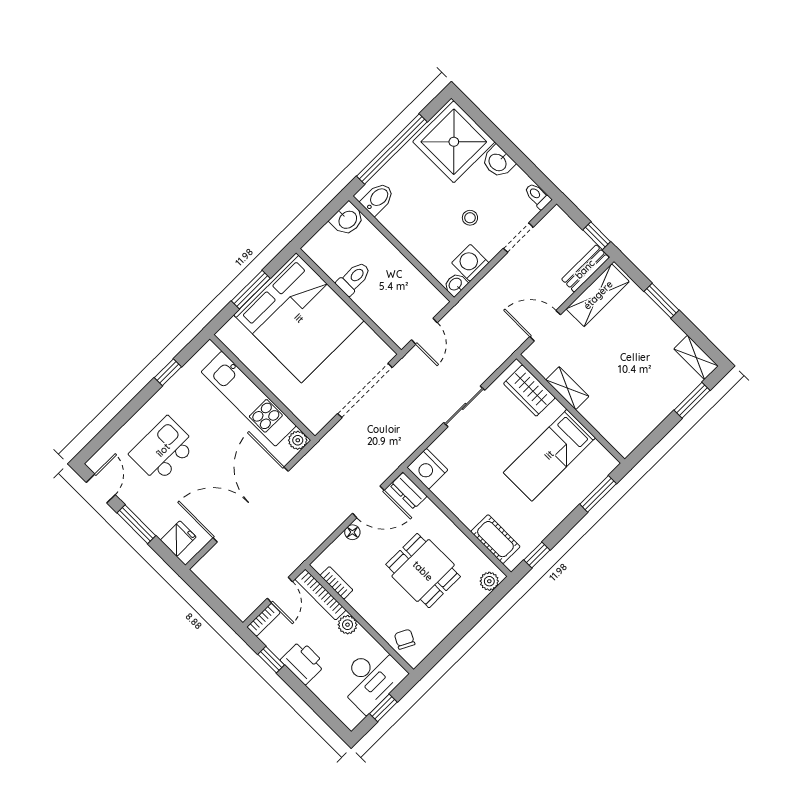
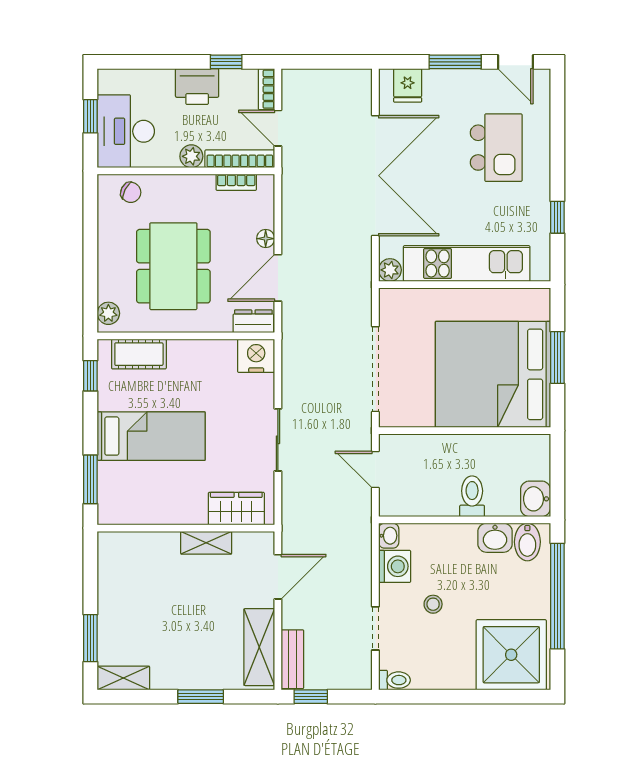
washbasin: (498, 162) -> (495, 538), moved, turned 180
toilet: (354, 278) -> (472, 496), moved, turned 180
bed: (549, 455) -> (151, 436), moved, turned 90
dining table: (423, 571) -> (173, 266), width x1.38

